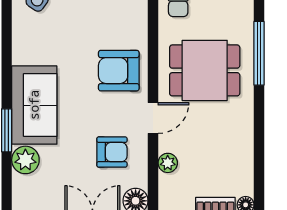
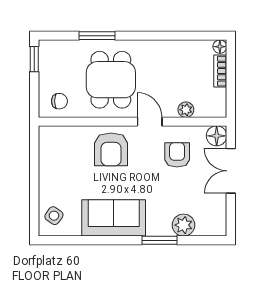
window: (259, 53) -> (97, 36), width x0.69
sofa: (34, 105) -> (114, 218), moved

